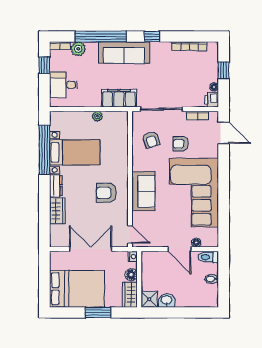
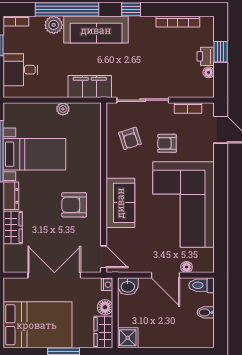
plant: (78, 49) -> (54, 25), moved
printer: (212, 100) -> (206, 56), moved
washbasin: (167, 300) -> (128, 286), moved, turned 180

